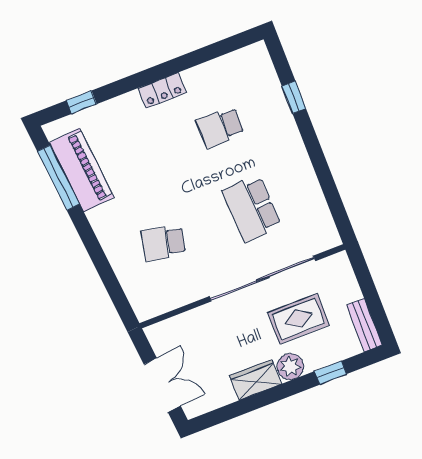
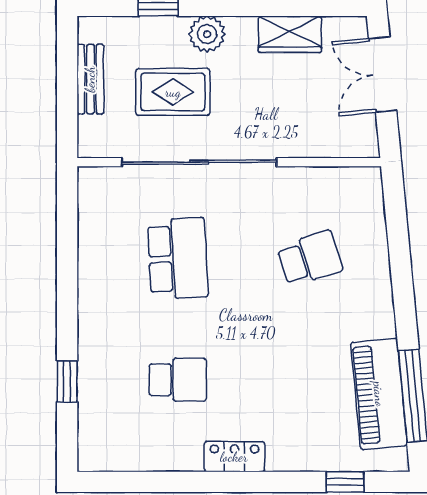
school desk: (163, 243) -> (310, 258), turned -30
bench: (364, 325) -> (90, 79), moved
wardrobe: (255, 380) -> (290, 34), moved

